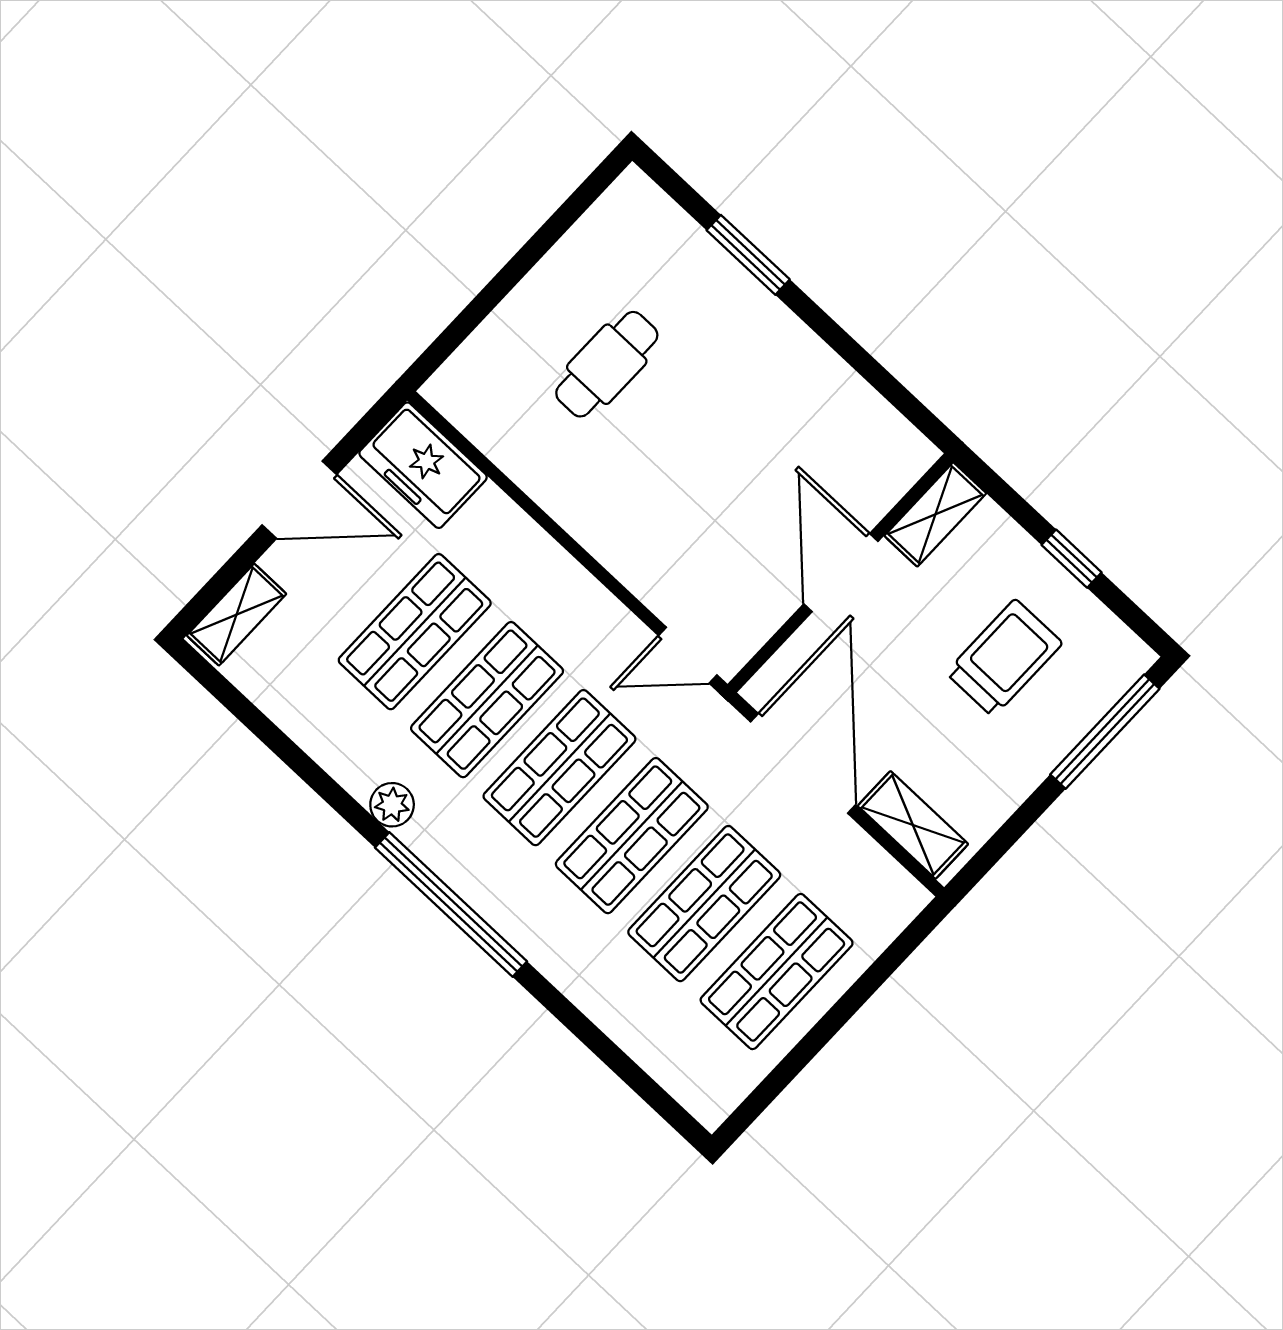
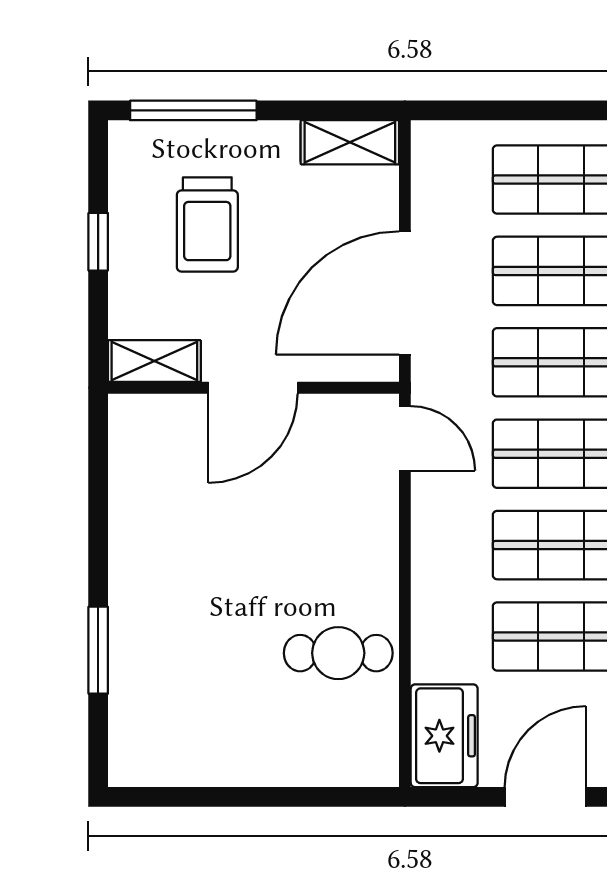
cafe table: (607, 364) -> (338, 653), moved
door: (299, 500) -> (545, 797), hinge flipped
trolley: (1004, 658) -> (207, 224), turned -90
shelving: (913, 825) -> (350, 142), moved, turned 90

